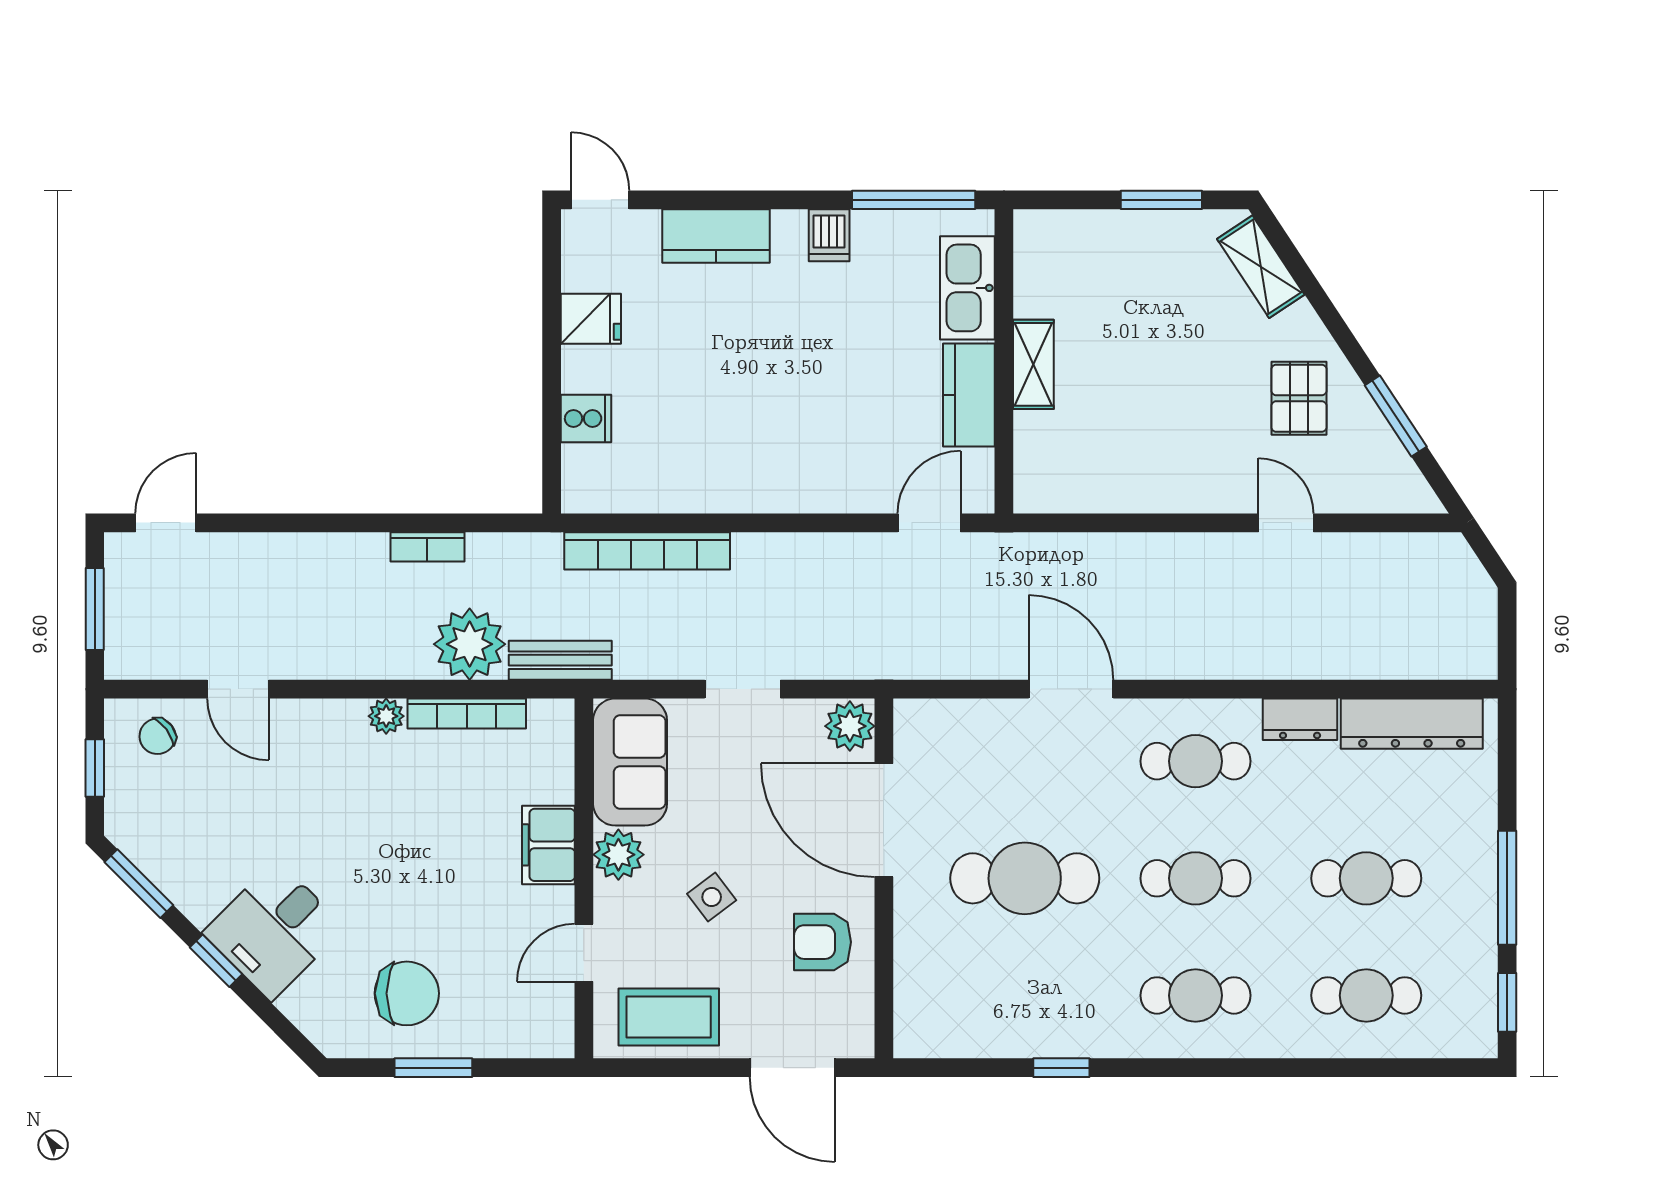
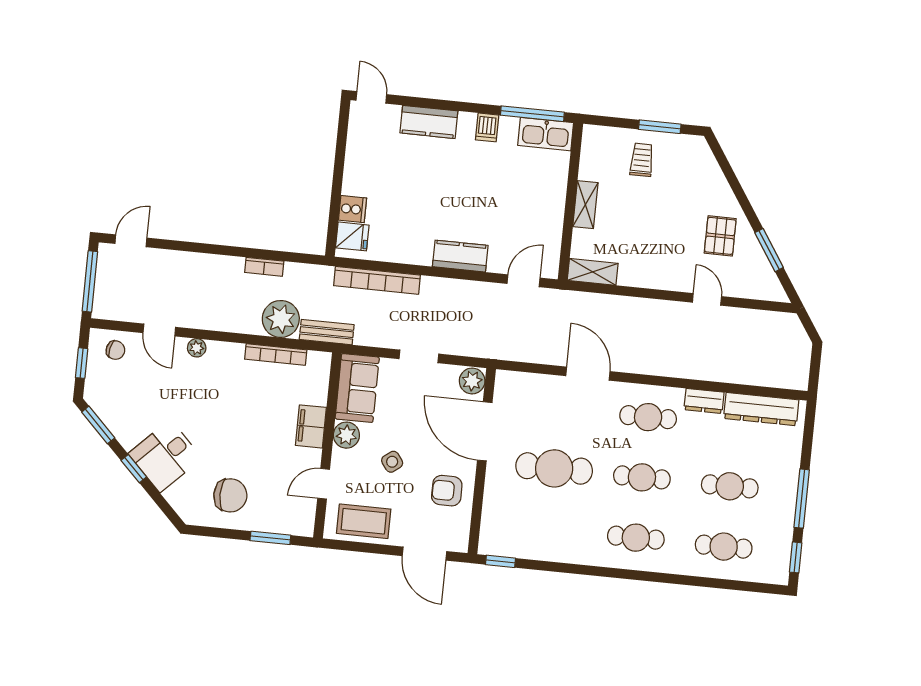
trolley: (1133, 267) -> (642, 160), added
shelving: (1261, 267) -> (593, 272), moved, turned -57
kitchen sink: (967, 288) -> (546, 134), moved, turned -90
fridge: (591, 319) -> (352, 236), moved
kitchen counter: (969, 395) -> (460, 256), moved, turned 90
window: (95, 609) -> (90, 281), width x1.44
plant: (386, 716) -> (197, 348), moved
chair: (157, 736) -> (115, 350), turned -131
window: (433, 1068) -> (270, 538), moved
window: (1061, 1068) -> (500, 561), moved

